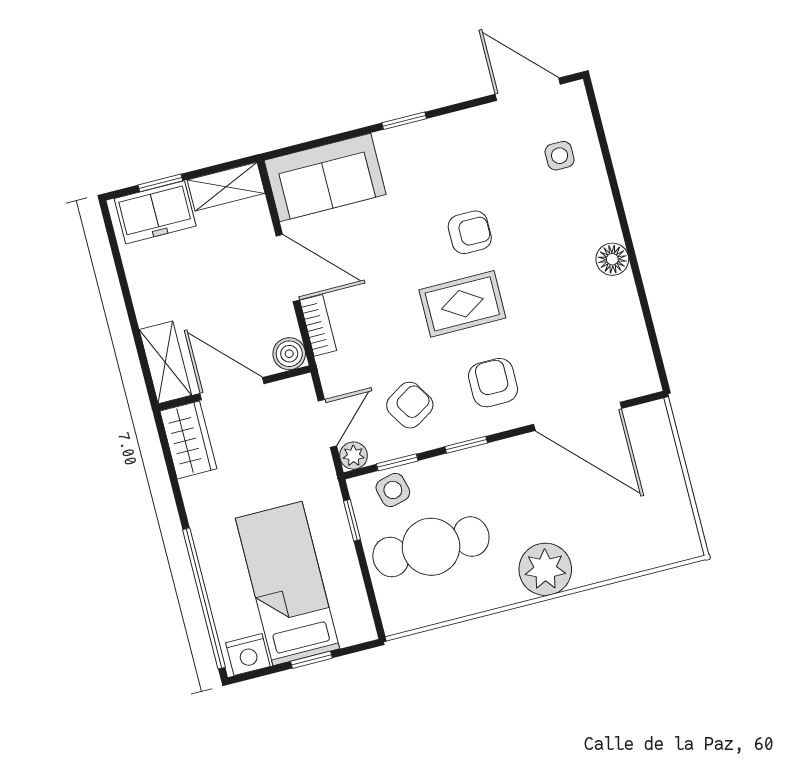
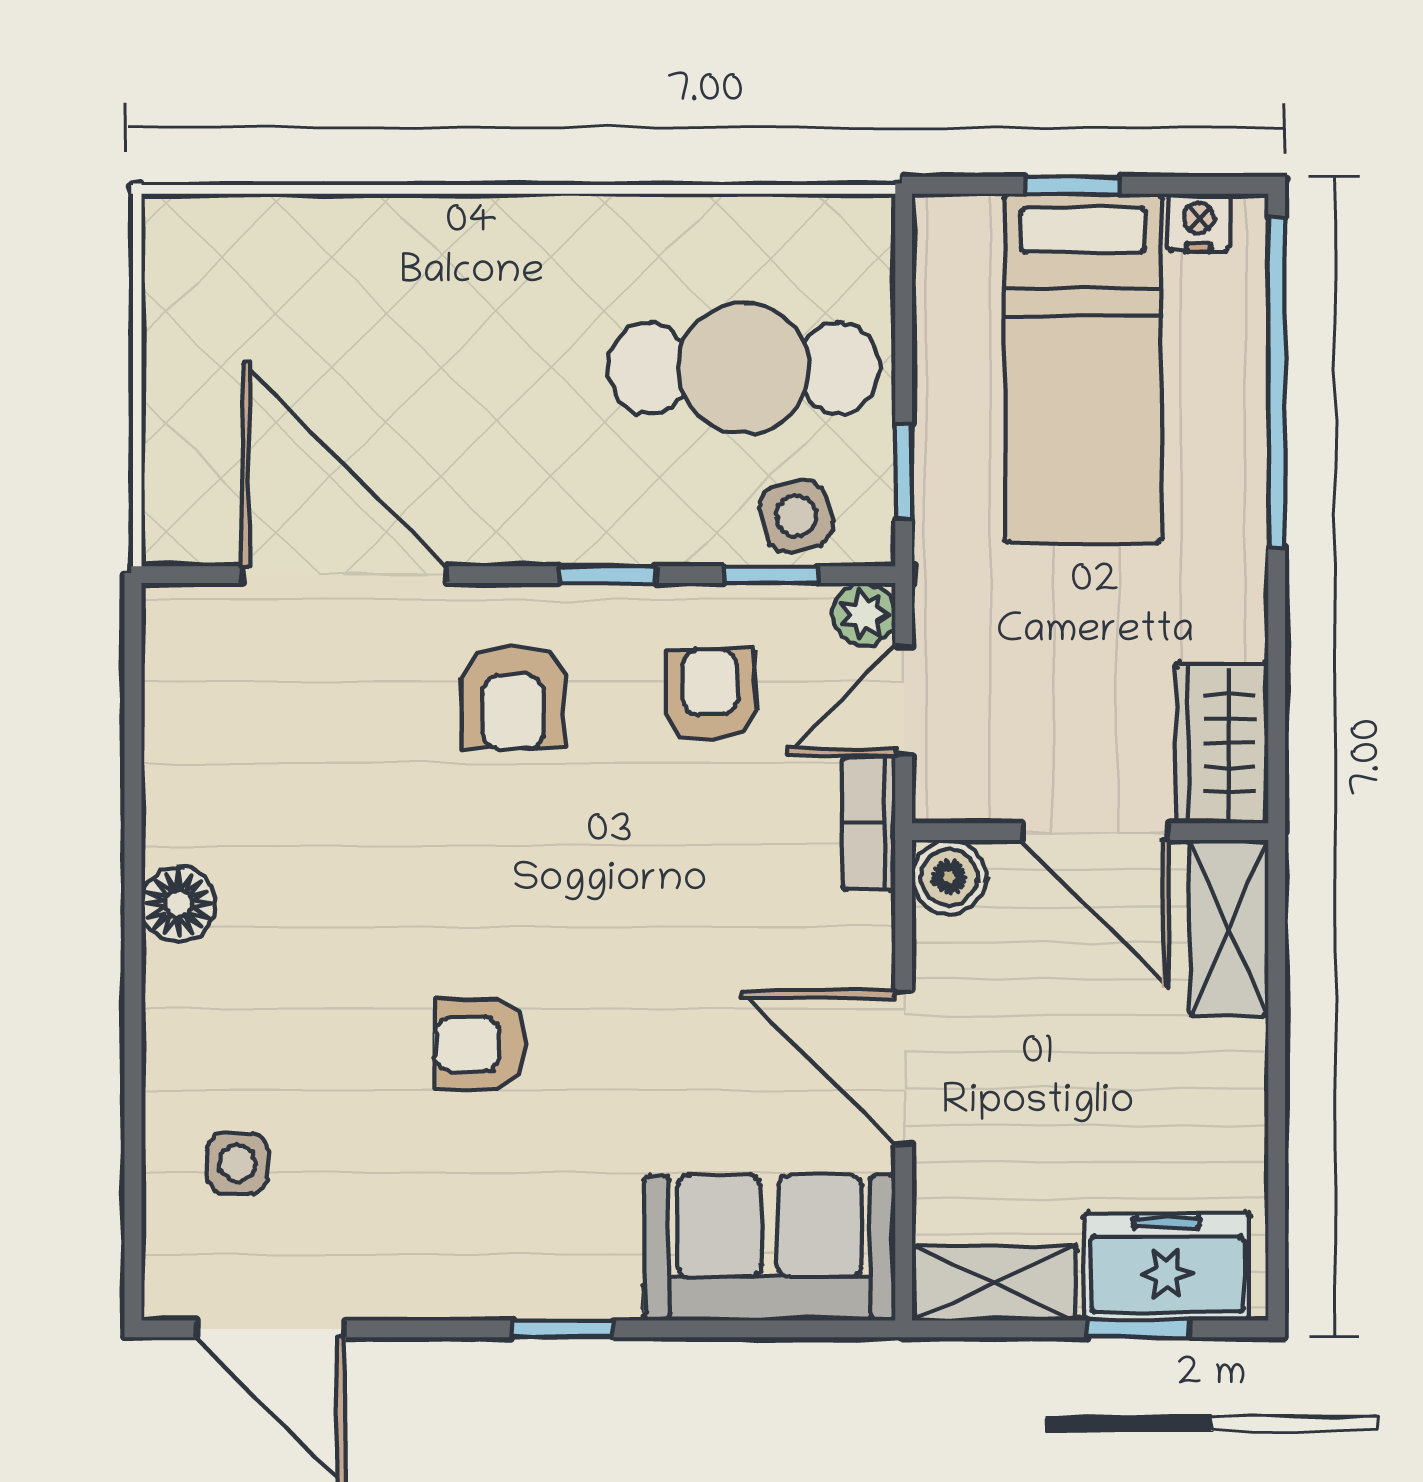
rug: (462, 304) -> (537, 890), removed
bookcase: (318, 325) -> (869, 823), moved
armchair: (410, 405) -> (711, 695), turned 120
plant: (545, 569) -> (503, 254), removed
nightstand: (248, 655) -> (1199, 223), width x0.72, depth x0.74

